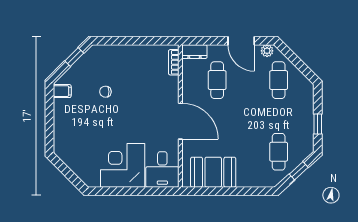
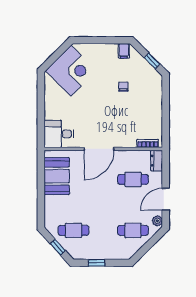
corner desk: (123, 165) -> (71, 71), moved, turned 45

